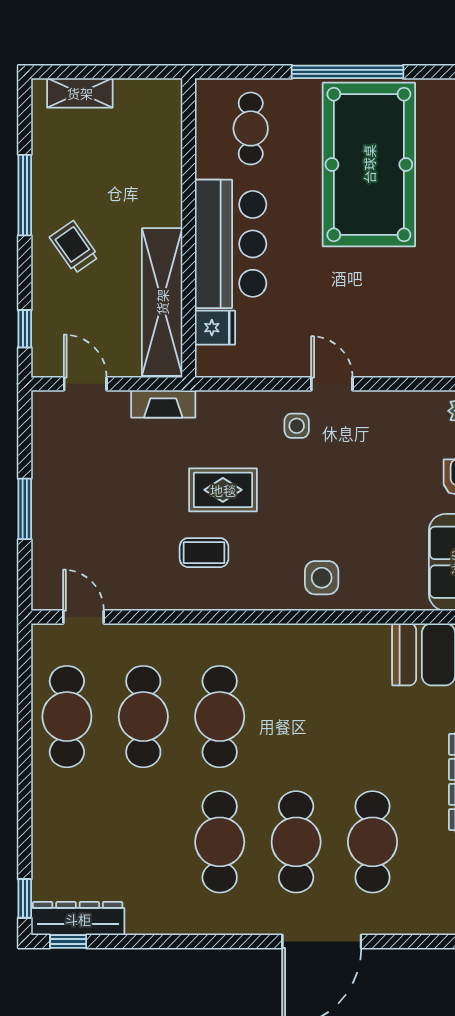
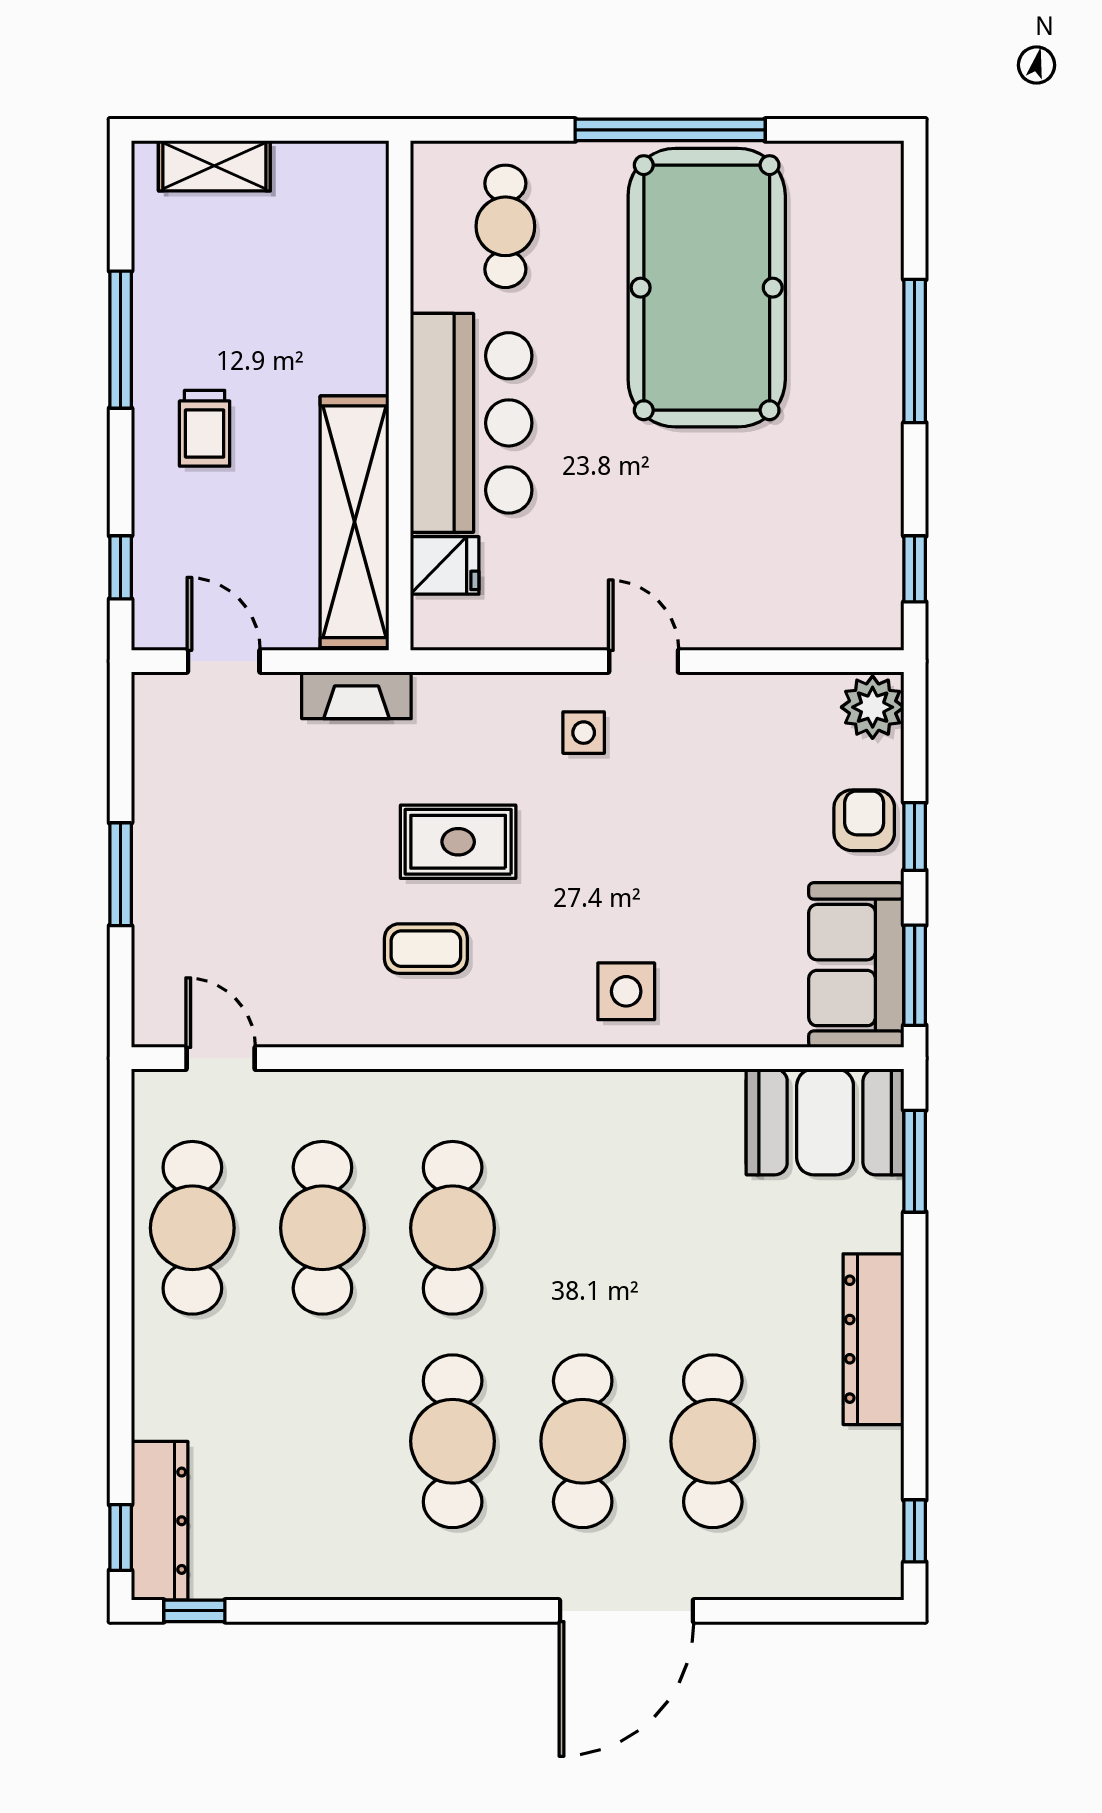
trolley: (74, 247) -> (205, 428), turned -145
dresser: (78, 919) -> (160, 1521), moved, turned 90

